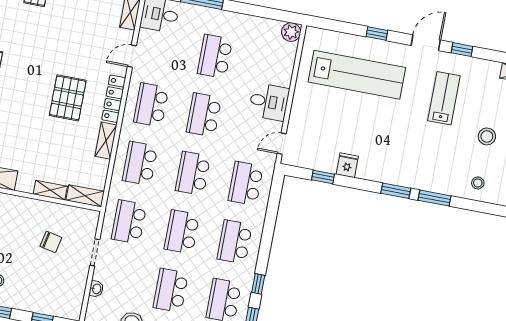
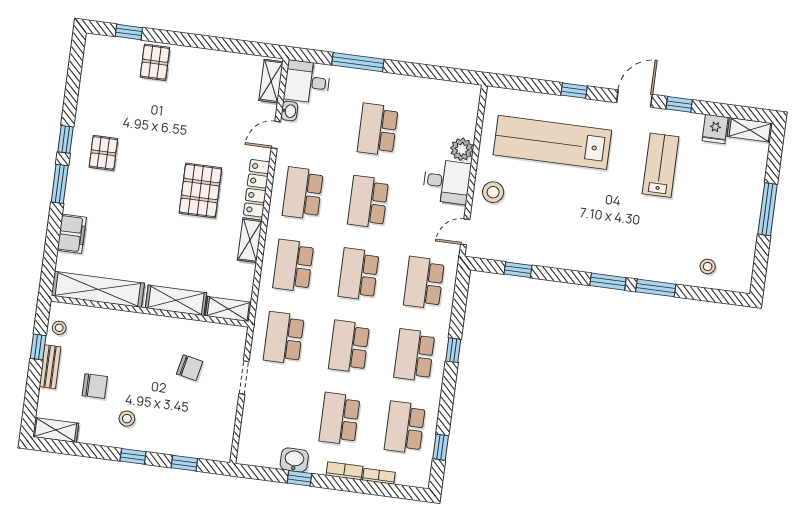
plant: (291, 32) -> (462, 149), moved
lab bench: (357, 75) -> (552, 142), turned 180
stool: (487, 136) -> (493, 192), moved
fridge: (347, 165) -> (715, 129), moved, turned 180
shelving: (50, 190) -> (176, 300), width x1.50, depth x1.33
window: (258, 284) -> (453, 350), moved
washbasin: (96, 289) -> (289, 111), moved

